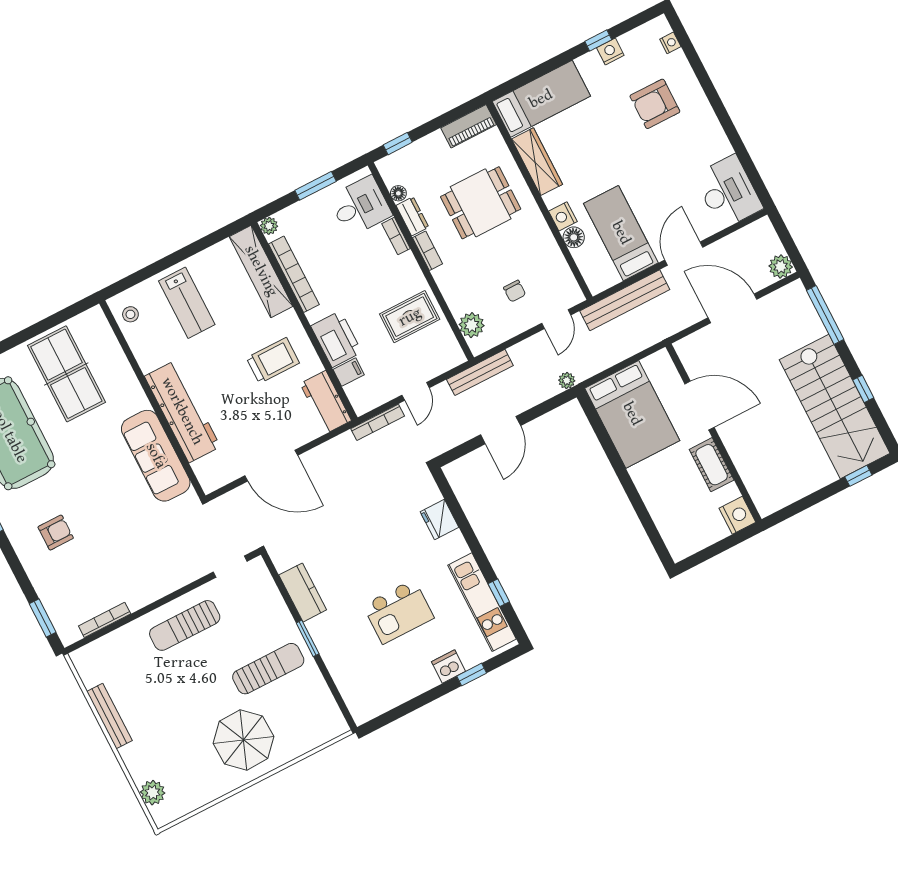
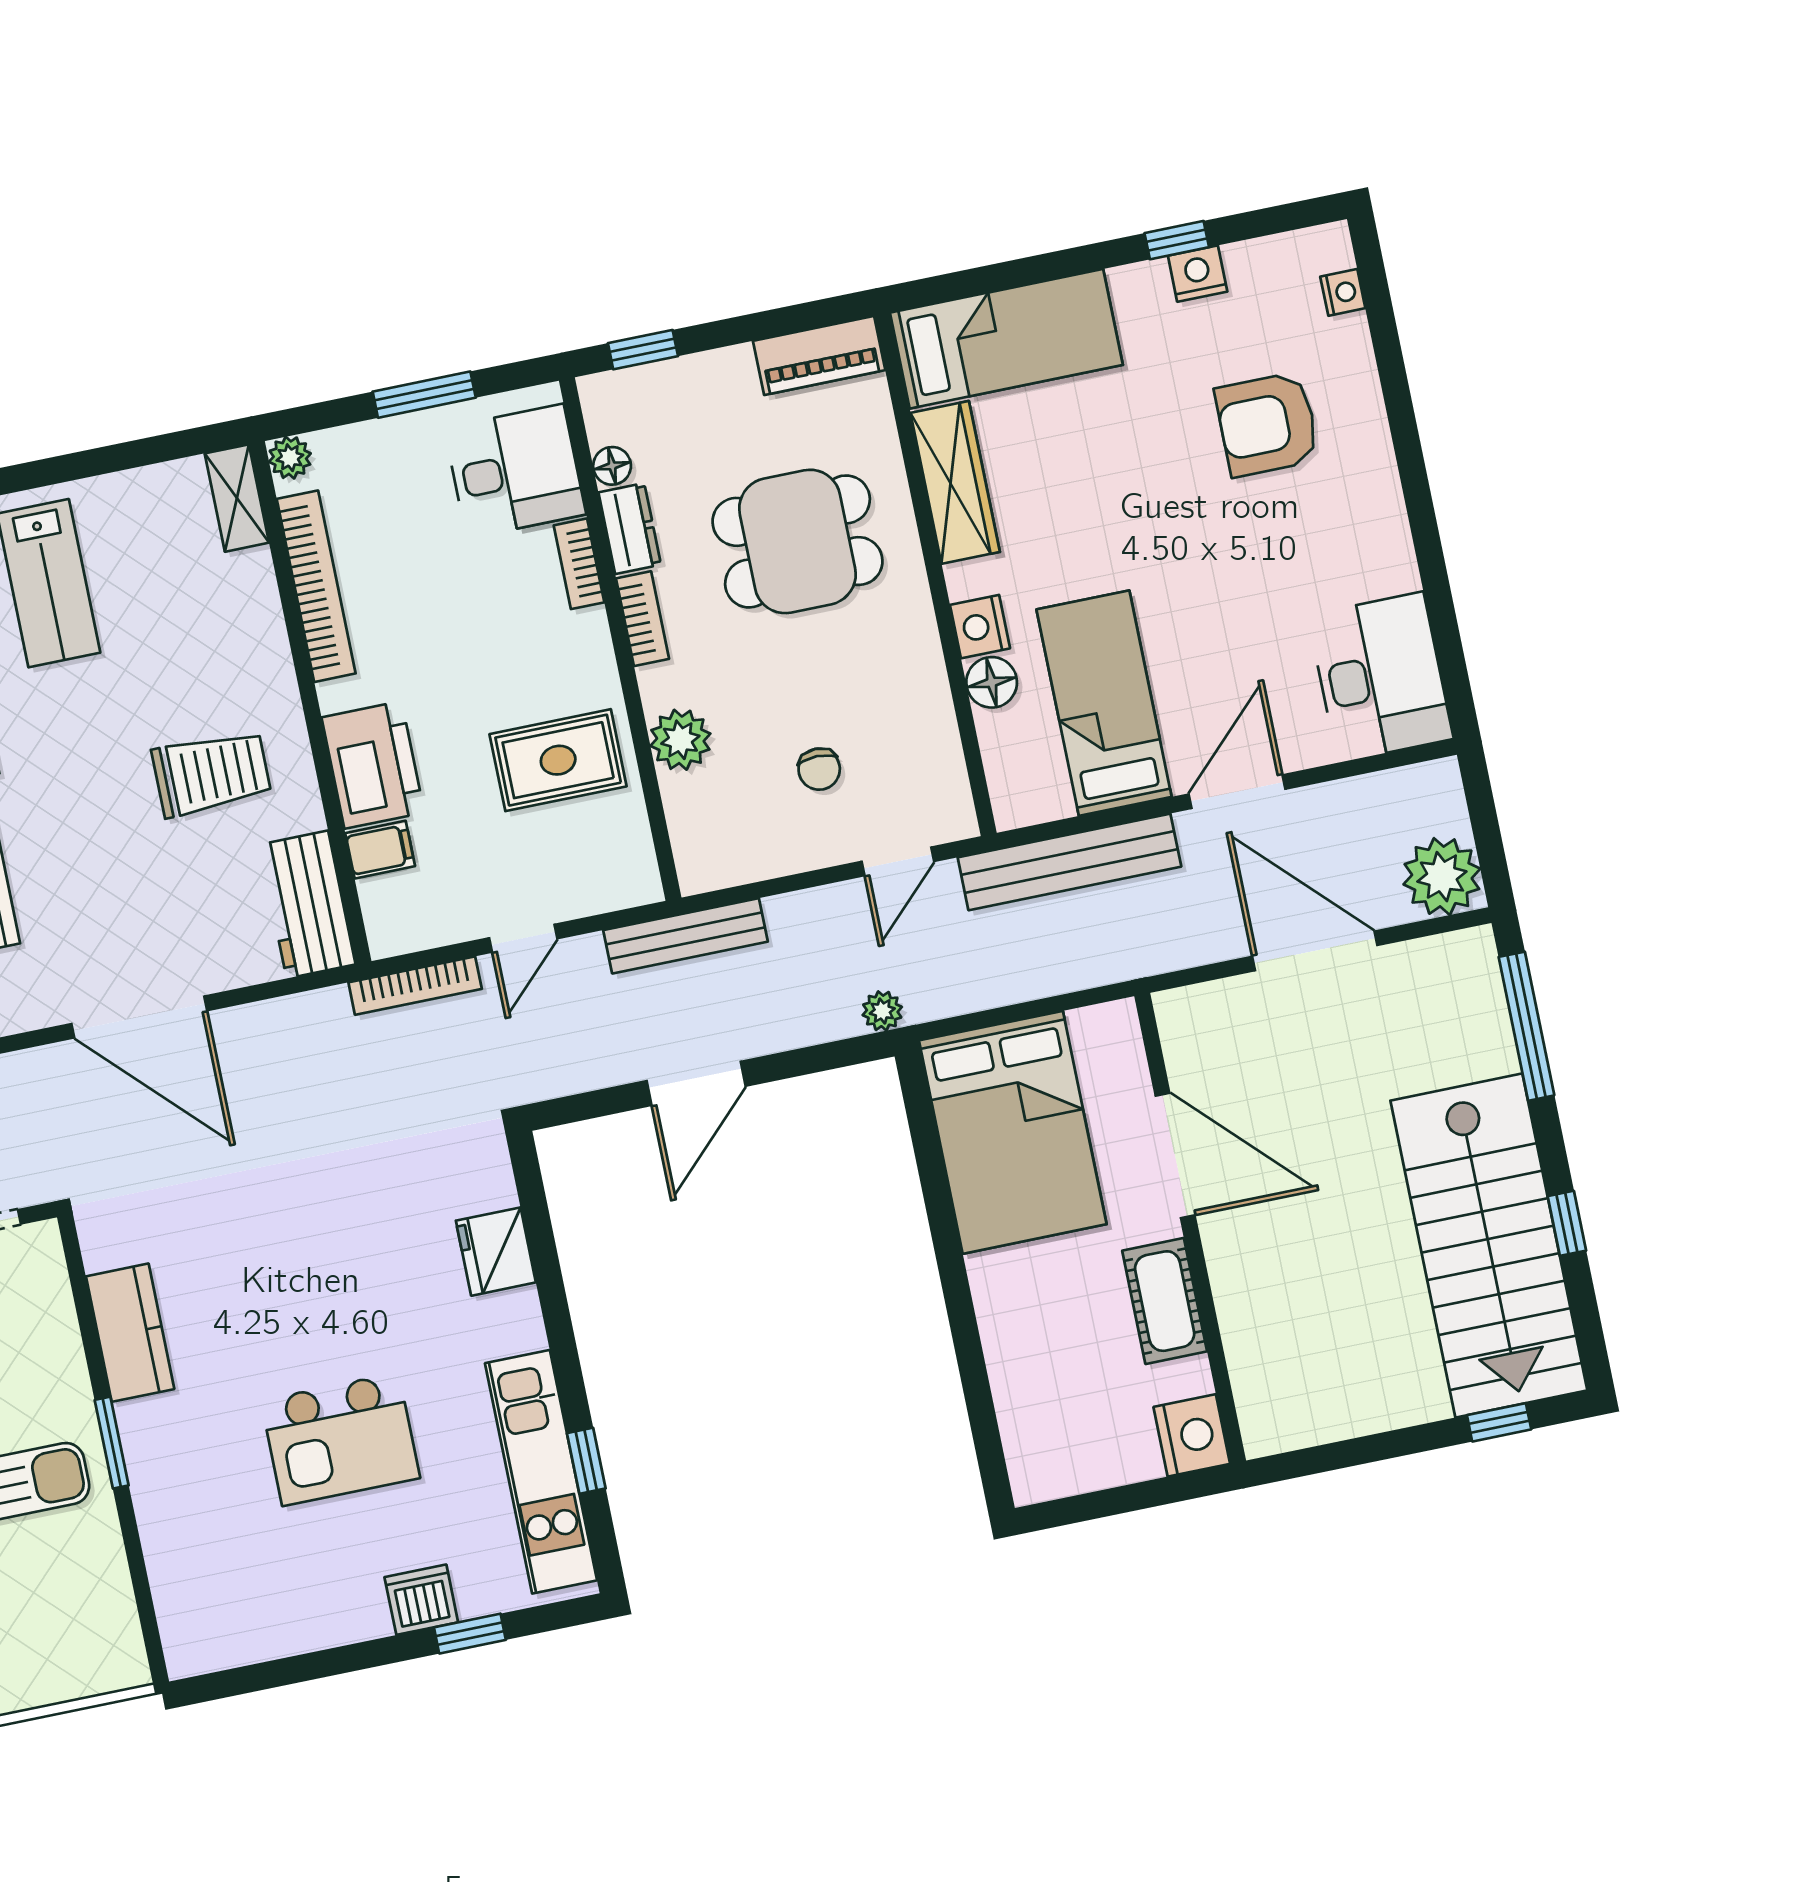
plant: (781, 267) -> (1442, 877), width x1.36, depth x1.36
shelving: (261, 271) -> (237, 498), width x0.45, depth x0.75
plant: (472, 325) -> (680, 740), moved

